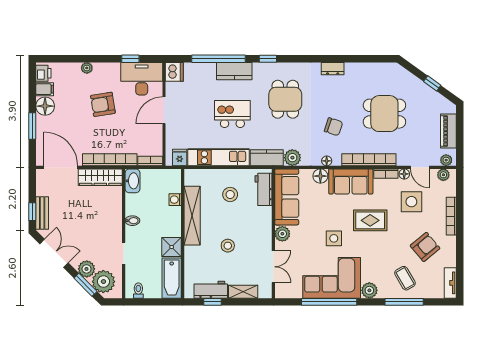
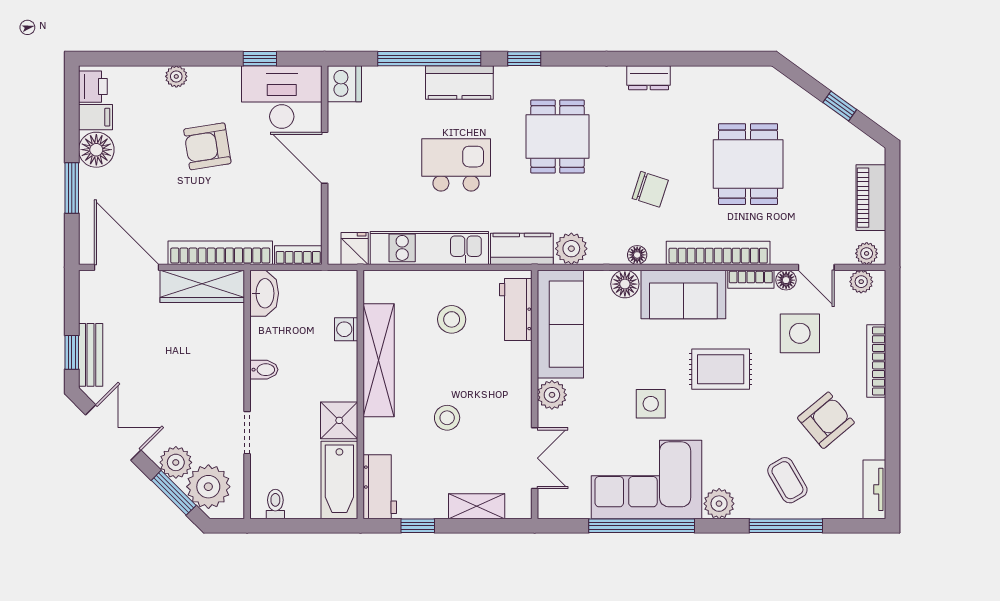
door: (164, 110) -> (325, 158), hinge flipped
dining table: (384, 114) -> (748, 164), turned 90
workbench: (211, 290) -> (380, 487), moved, turned 90

